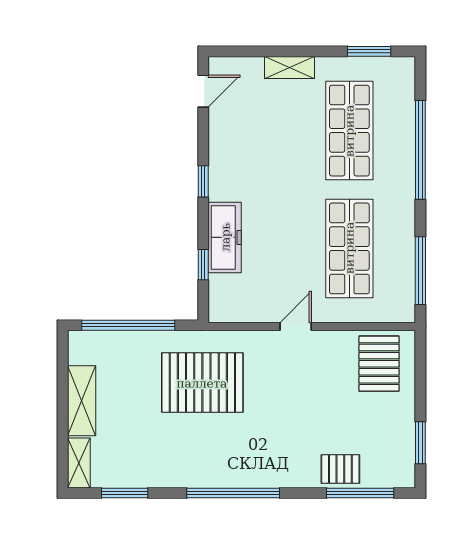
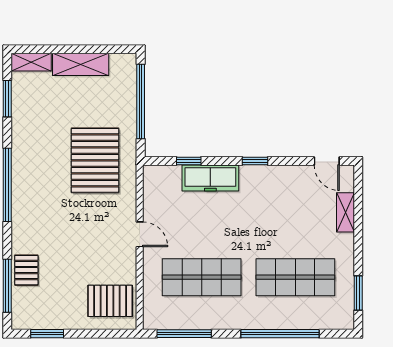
shelving: (290, 67) -> (345, 212), moved

